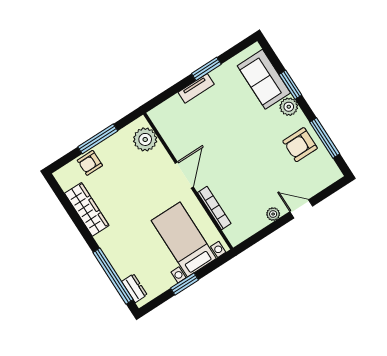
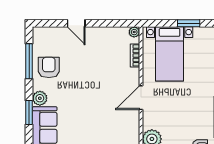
armchair: (300, 145) -> (49, 67), turned -90
bookcase: (214, 208) -> (135, 55), width x0.64
plant: (273, 214) -> (134, 32), moved

